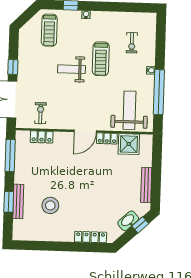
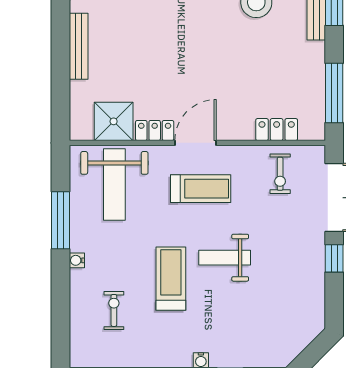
treadmill: (49, 30) -> (201, 189), moved, turned 90
weight bench: (72, 69) -> (225, 258), turned 180
window: (159, 92) -> (61, 220), width x0.68

